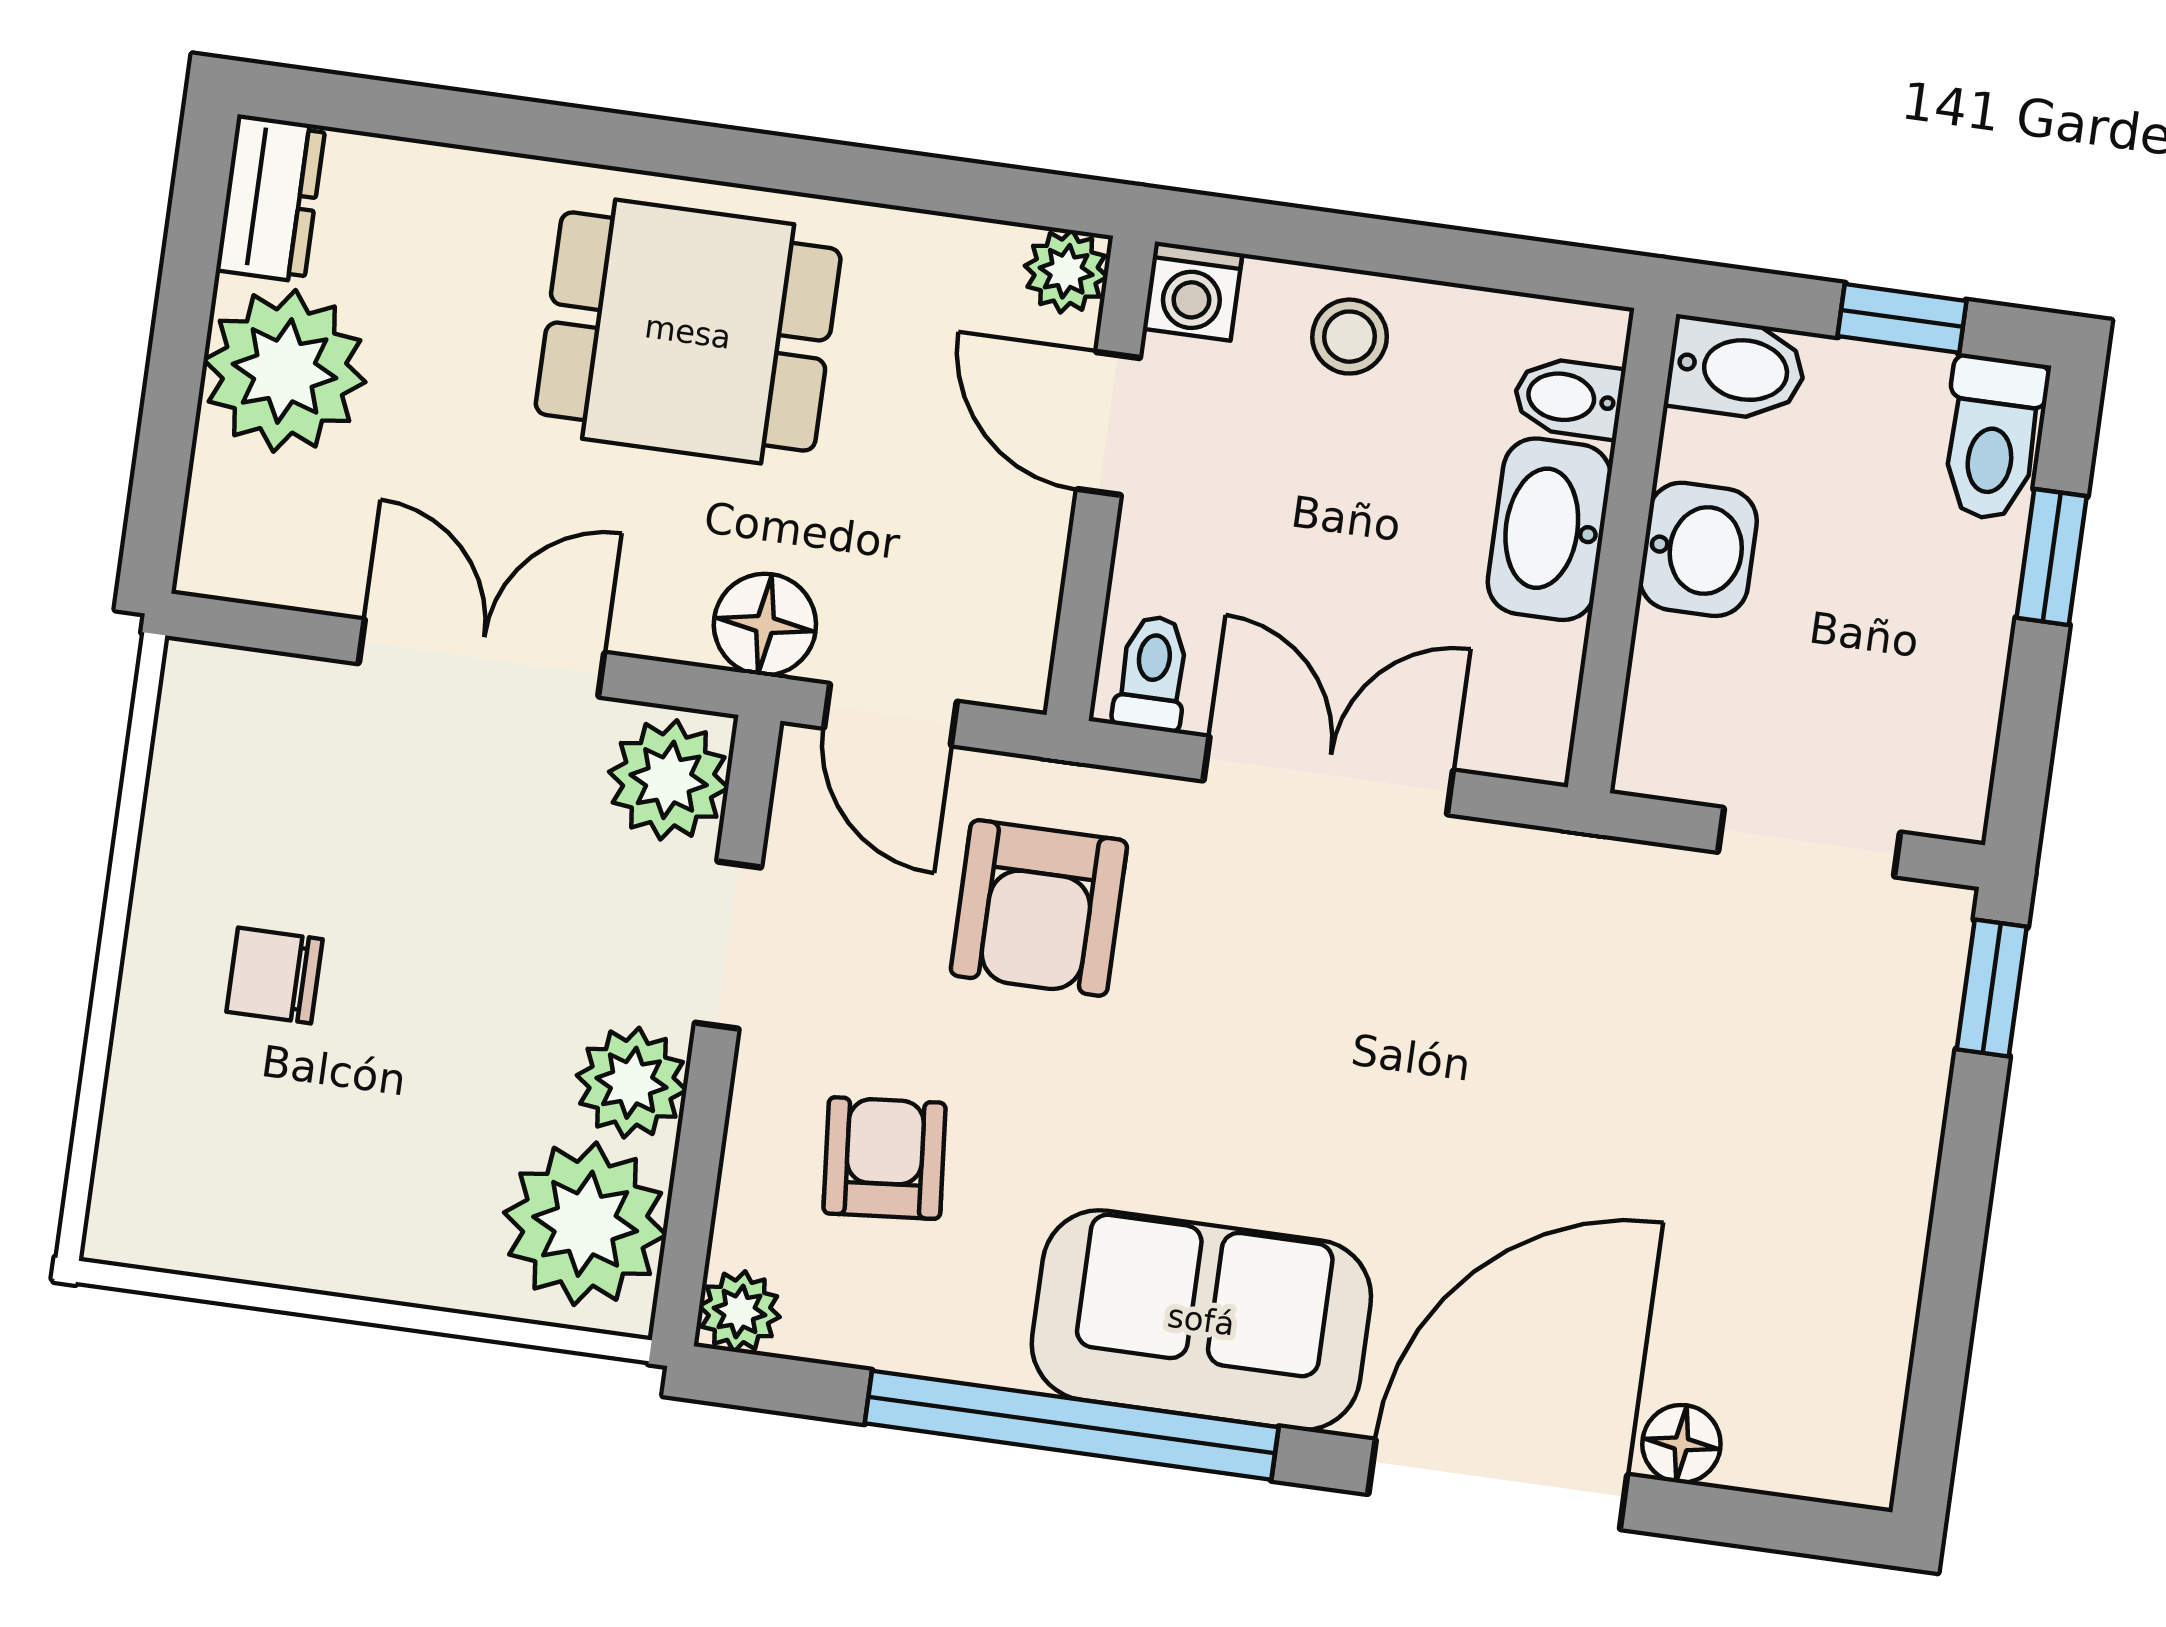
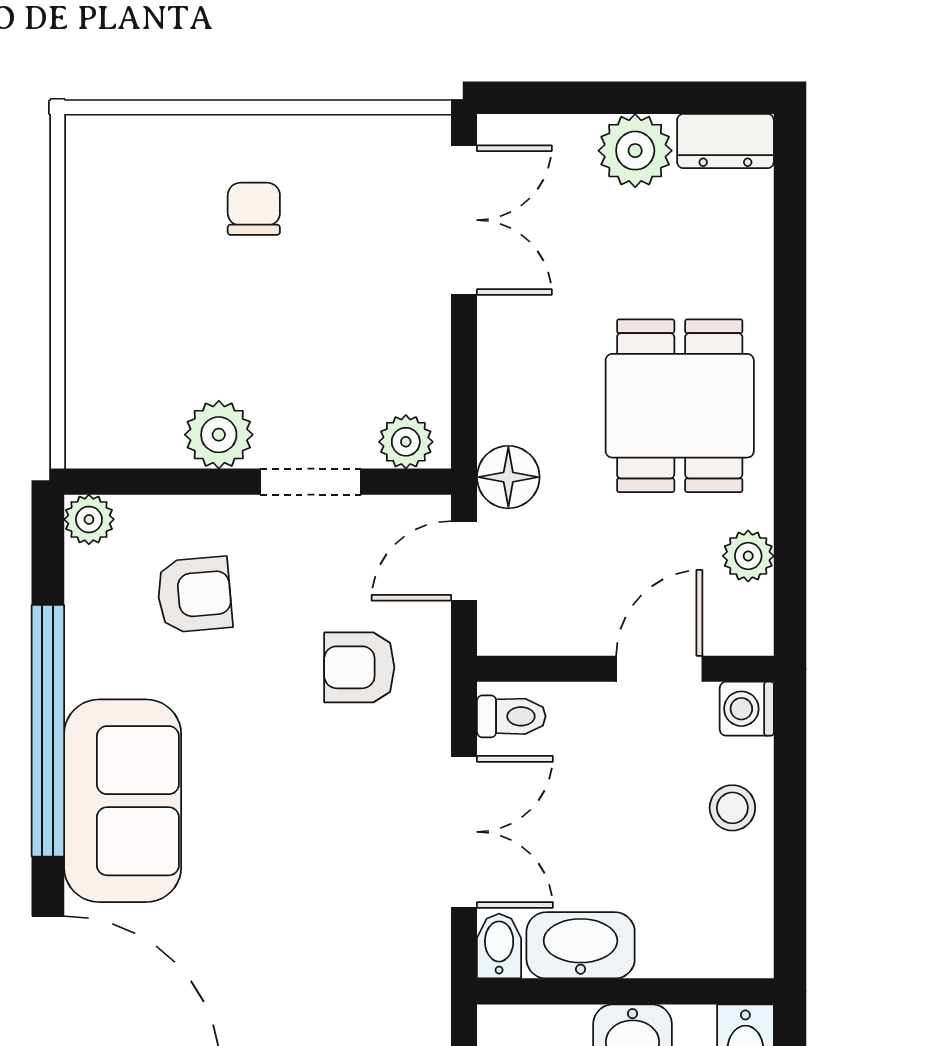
plant: (1066, 271) -> (748, 556), moved
plant: (285, 371) -> (635, 151), width x0.73, depth x0.73
bidet: (1569, 398) -> (499, 946), moved
washbasin: (1549, 529) -> (581, 945), moved
double door: (482, 658) -> (464, 220), moved
plant: (669, 780) -> (406, 442), width x0.73, depth x0.73
armchair: (1039, 908) -> (359, 667), width x0.72, depth x0.72
plant: (585, 1224) -> (129, 418), removed

